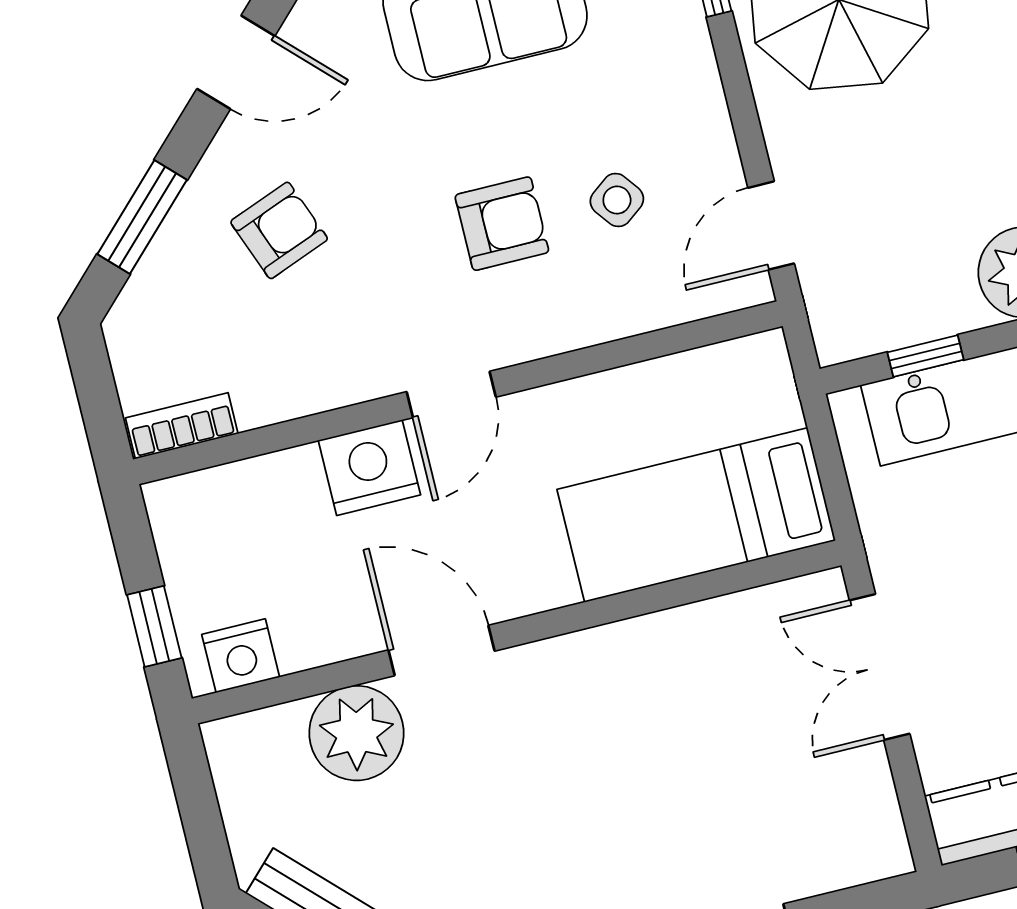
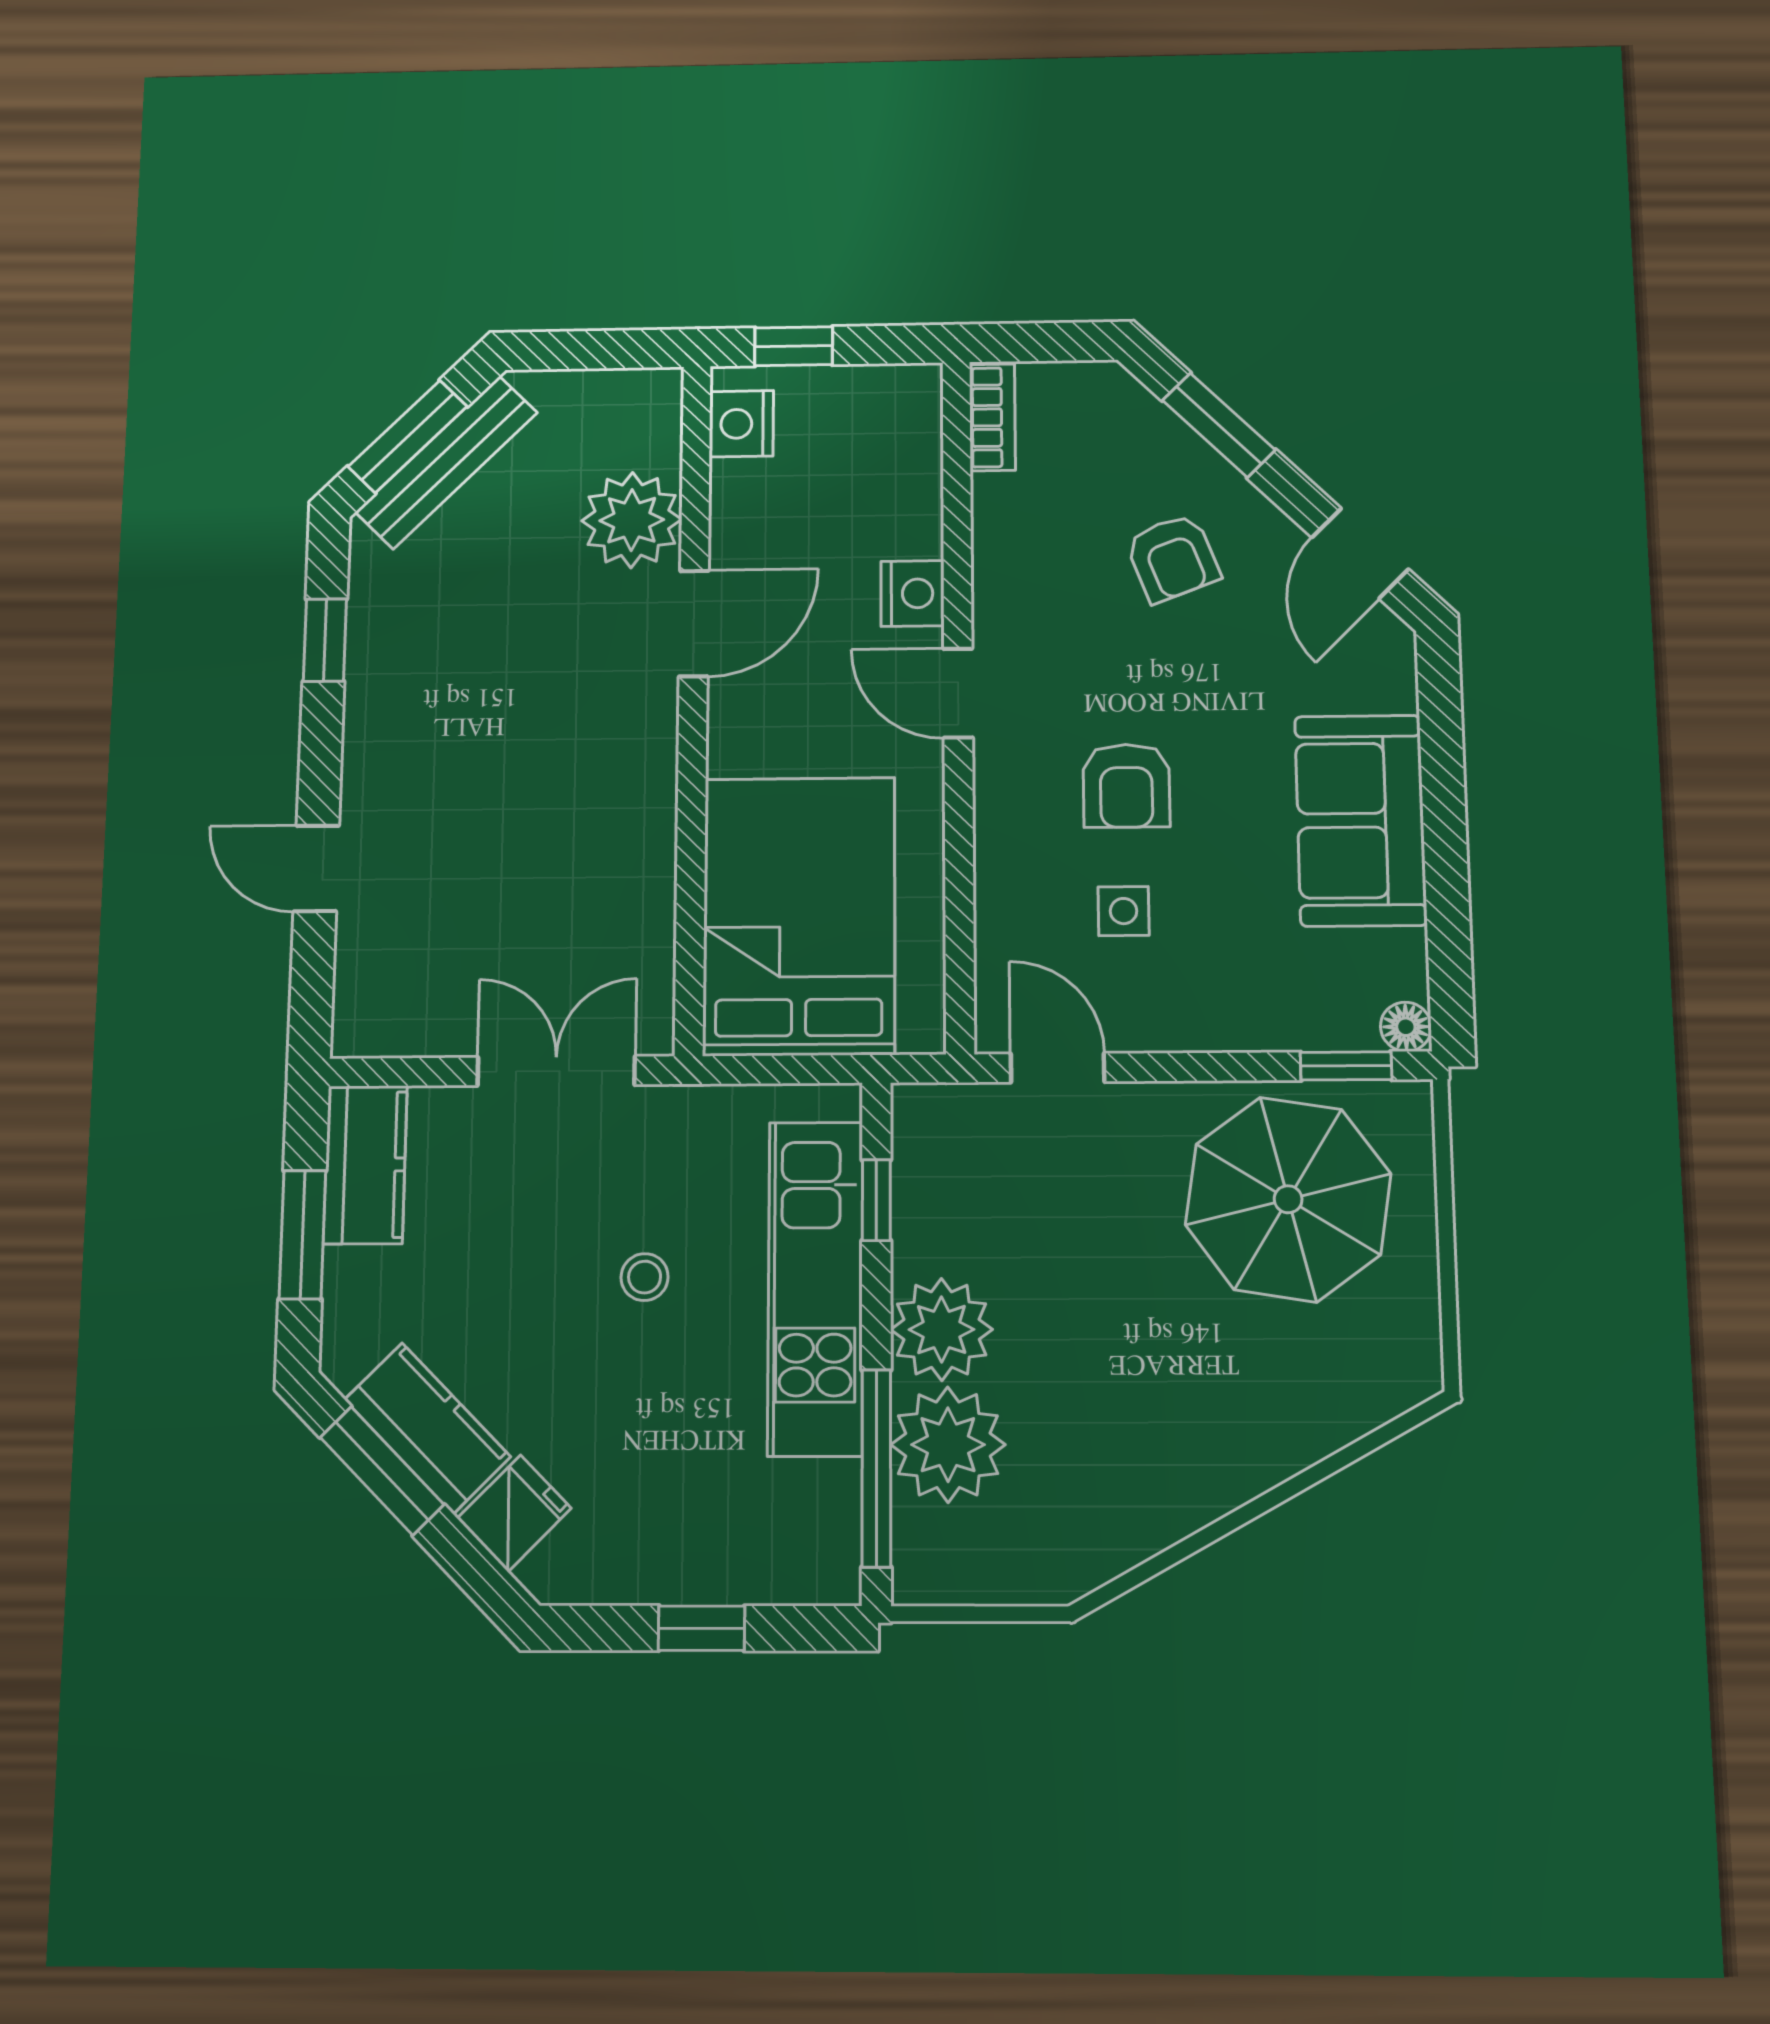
side table: (617, 200) -> (1124, 911), turned 37
nightstand: (369, 468) -> (913, 593), width x0.74, depth x0.75
bed: (696, 515) -> (799, 916), width x1.50

